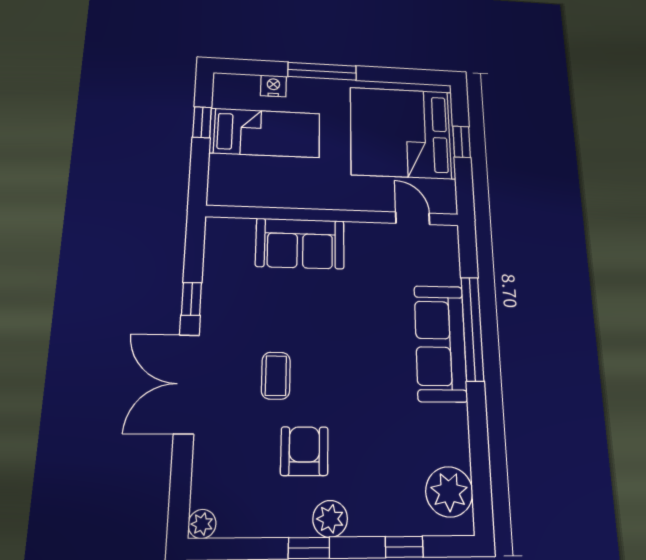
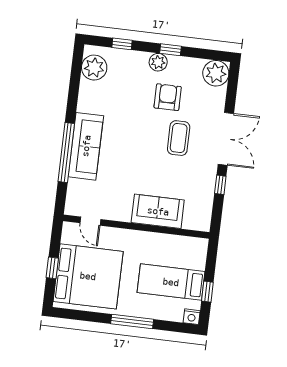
nightstand: (273, 86) -> (192, 317), moved
coffee table: (276, 376) -> (179, 138), width x1.36, depth x1.30
armchair: (304, 451) -> (168, 97), turned 180
plant: (202, 524) -> (216, 73), width x1.88, depth x1.88

